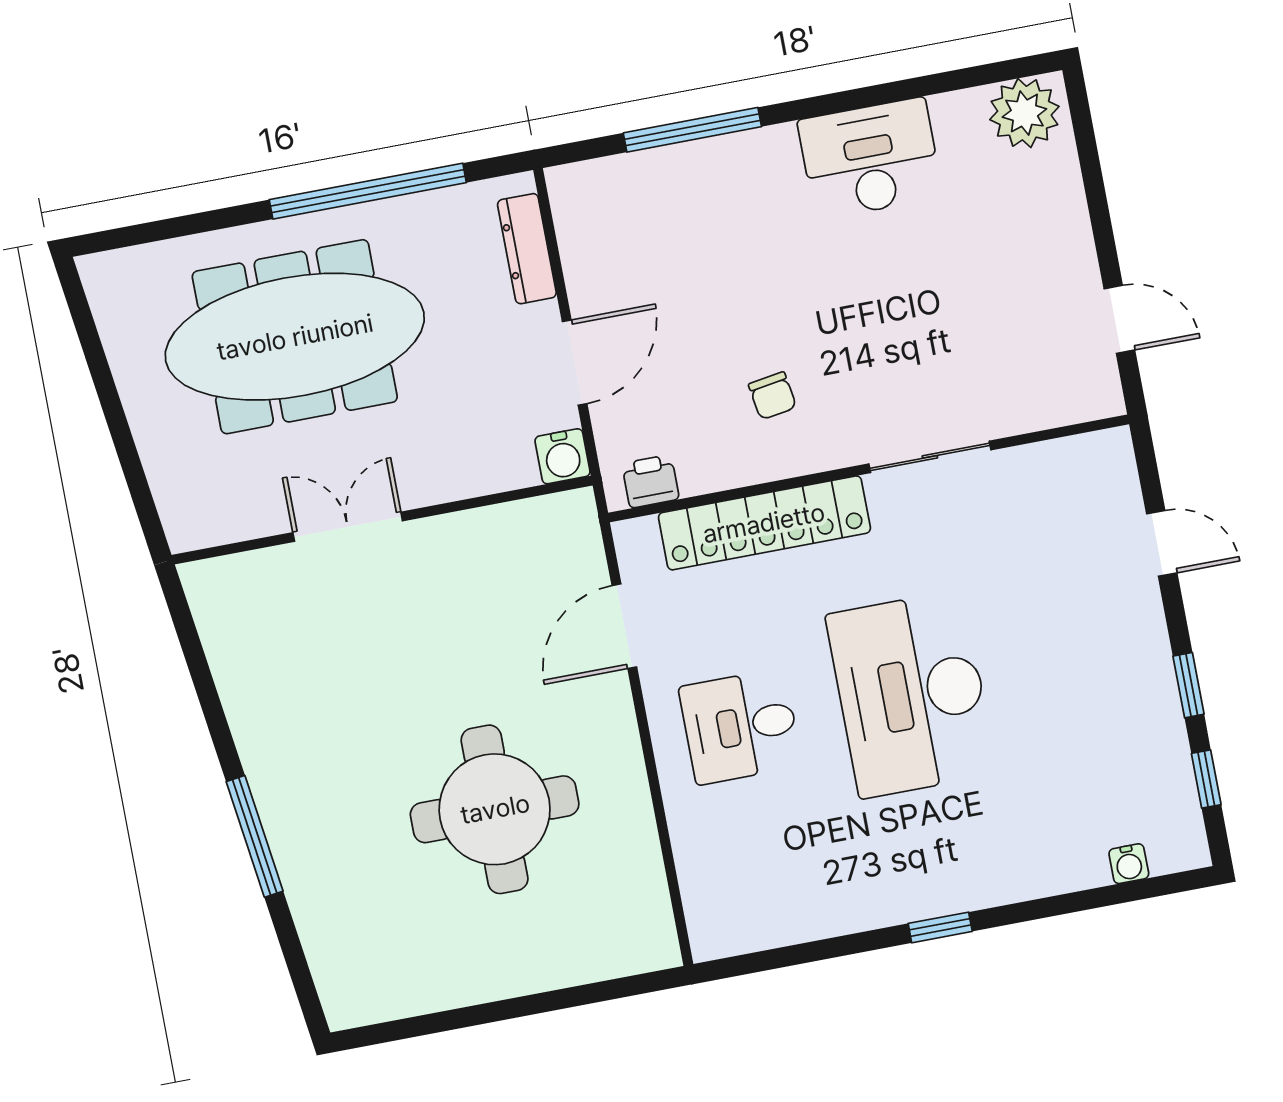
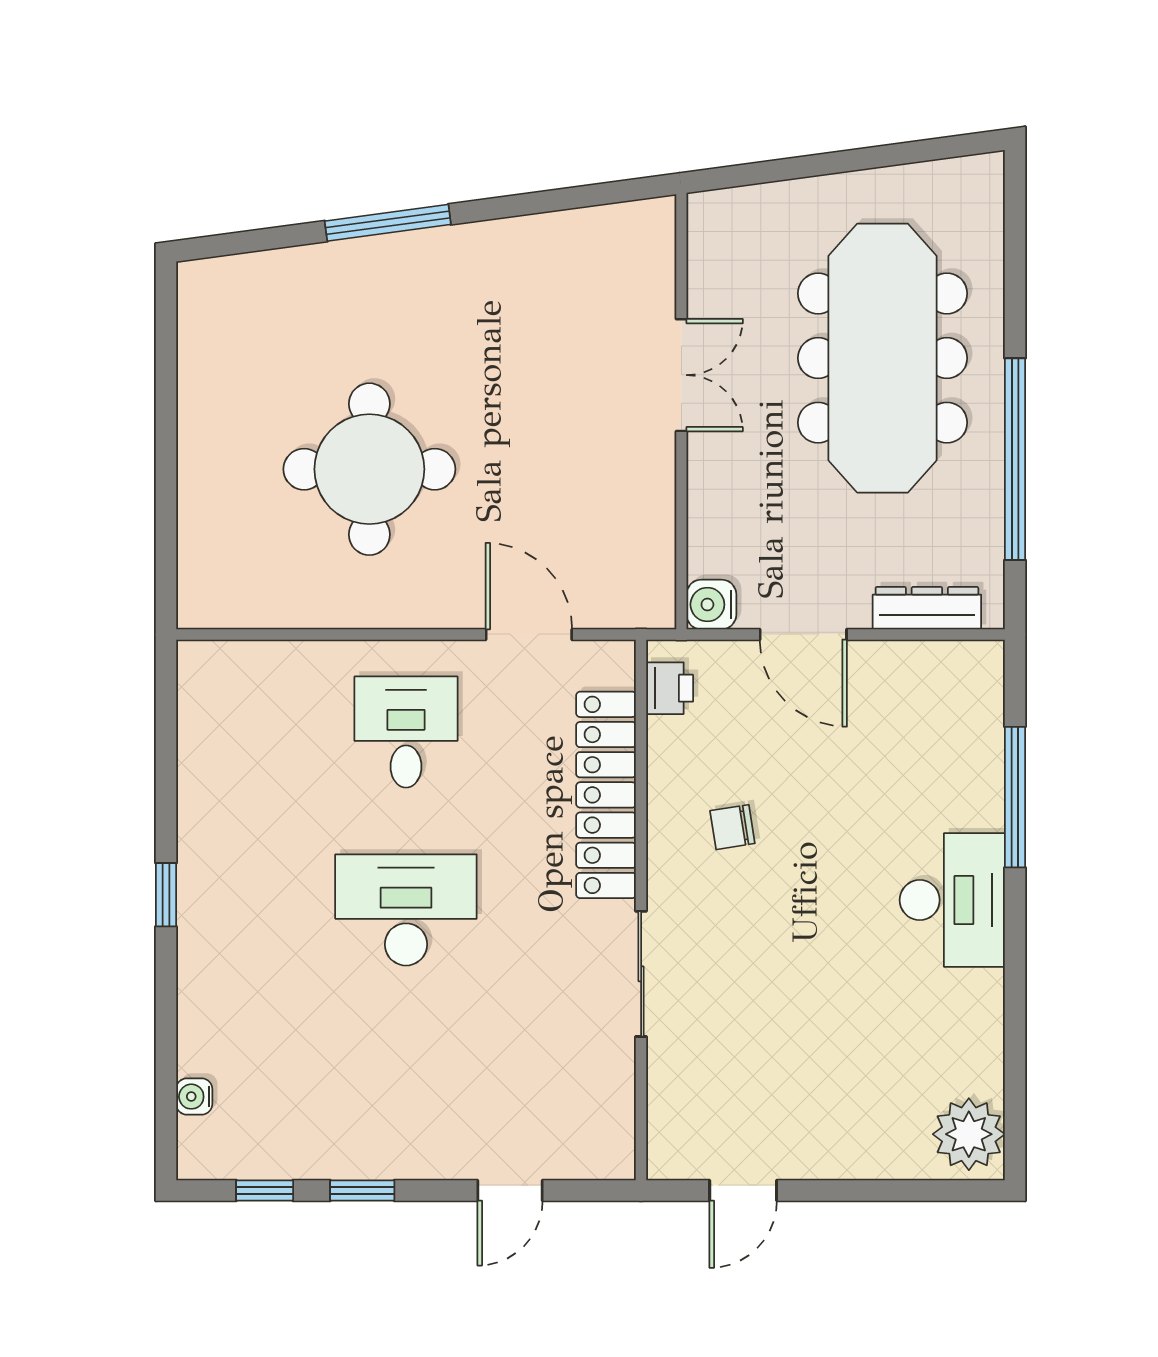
desk: (870, 159) -> (952, 900), moved
desk: (911, 694) -> (406, 910), width x0.73, depth x0.77

